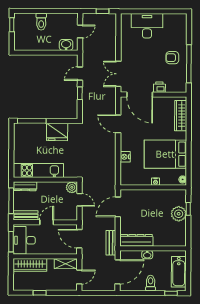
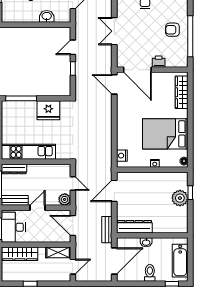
washbasin: (66, 45) -> (47, 16), moved
double door: (118, 74) -> (114, 31), moved
door: (118, 124) -> (114, 84), moved
nightstand: (125, 157) -> (122, 156), moved
plant: (72, 187) -> (65, 199), moved

